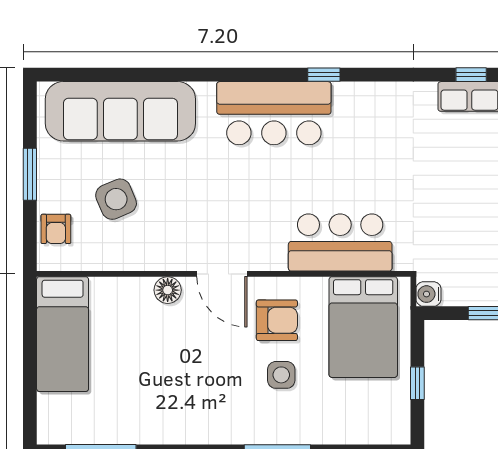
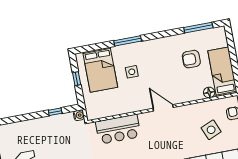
floor lamp: (168, 290) -> (209, 93), moved
armchair: (277, 320) -> (191, 59), moved
bed: (363, 327) -> (100, 70), moved, turned 180

